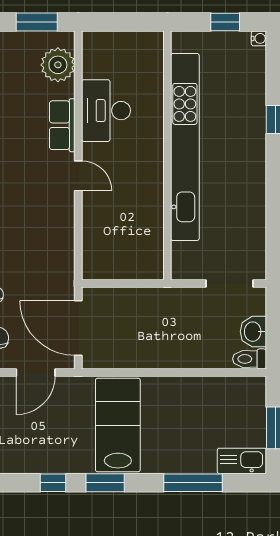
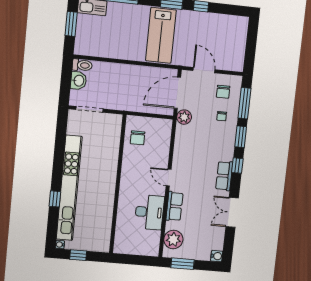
kitchen unit: (185, 147) -> (69, 188), moved, turned 180
chair: (141, 241) -> (138, 138), added
plant: (62, 286) -> (184, 117), added
door: (78, 328) -> (177, 93), swing flipped
door: (36, 373) -> (204, 70), hinge flipped

